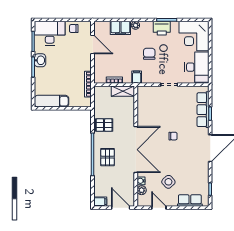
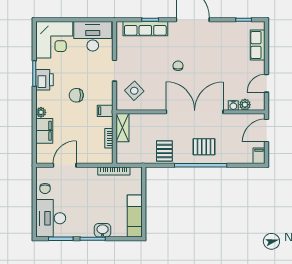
washbasin: (40, 60) -> (103, 230), moved
side table: (168, 182) -> (134, 91), moved

